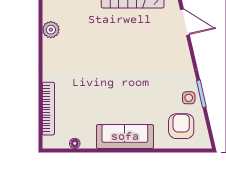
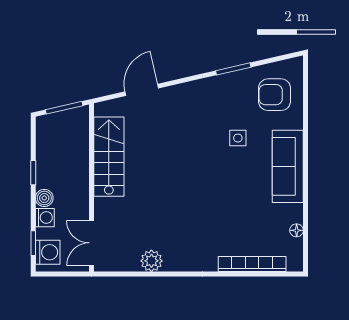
side table: (189, 98) -> (238, 138), moved

